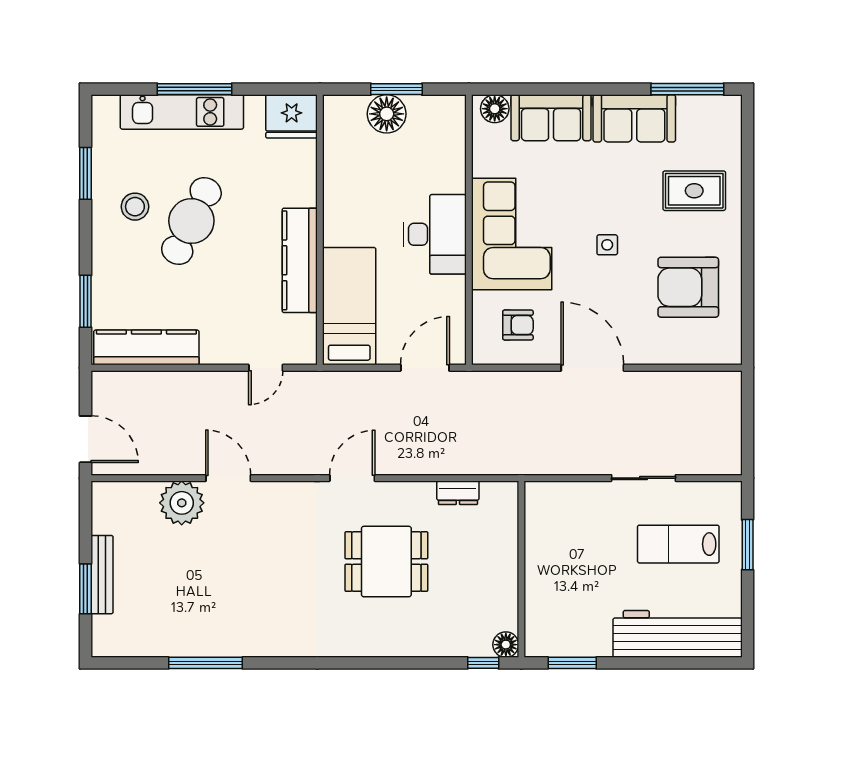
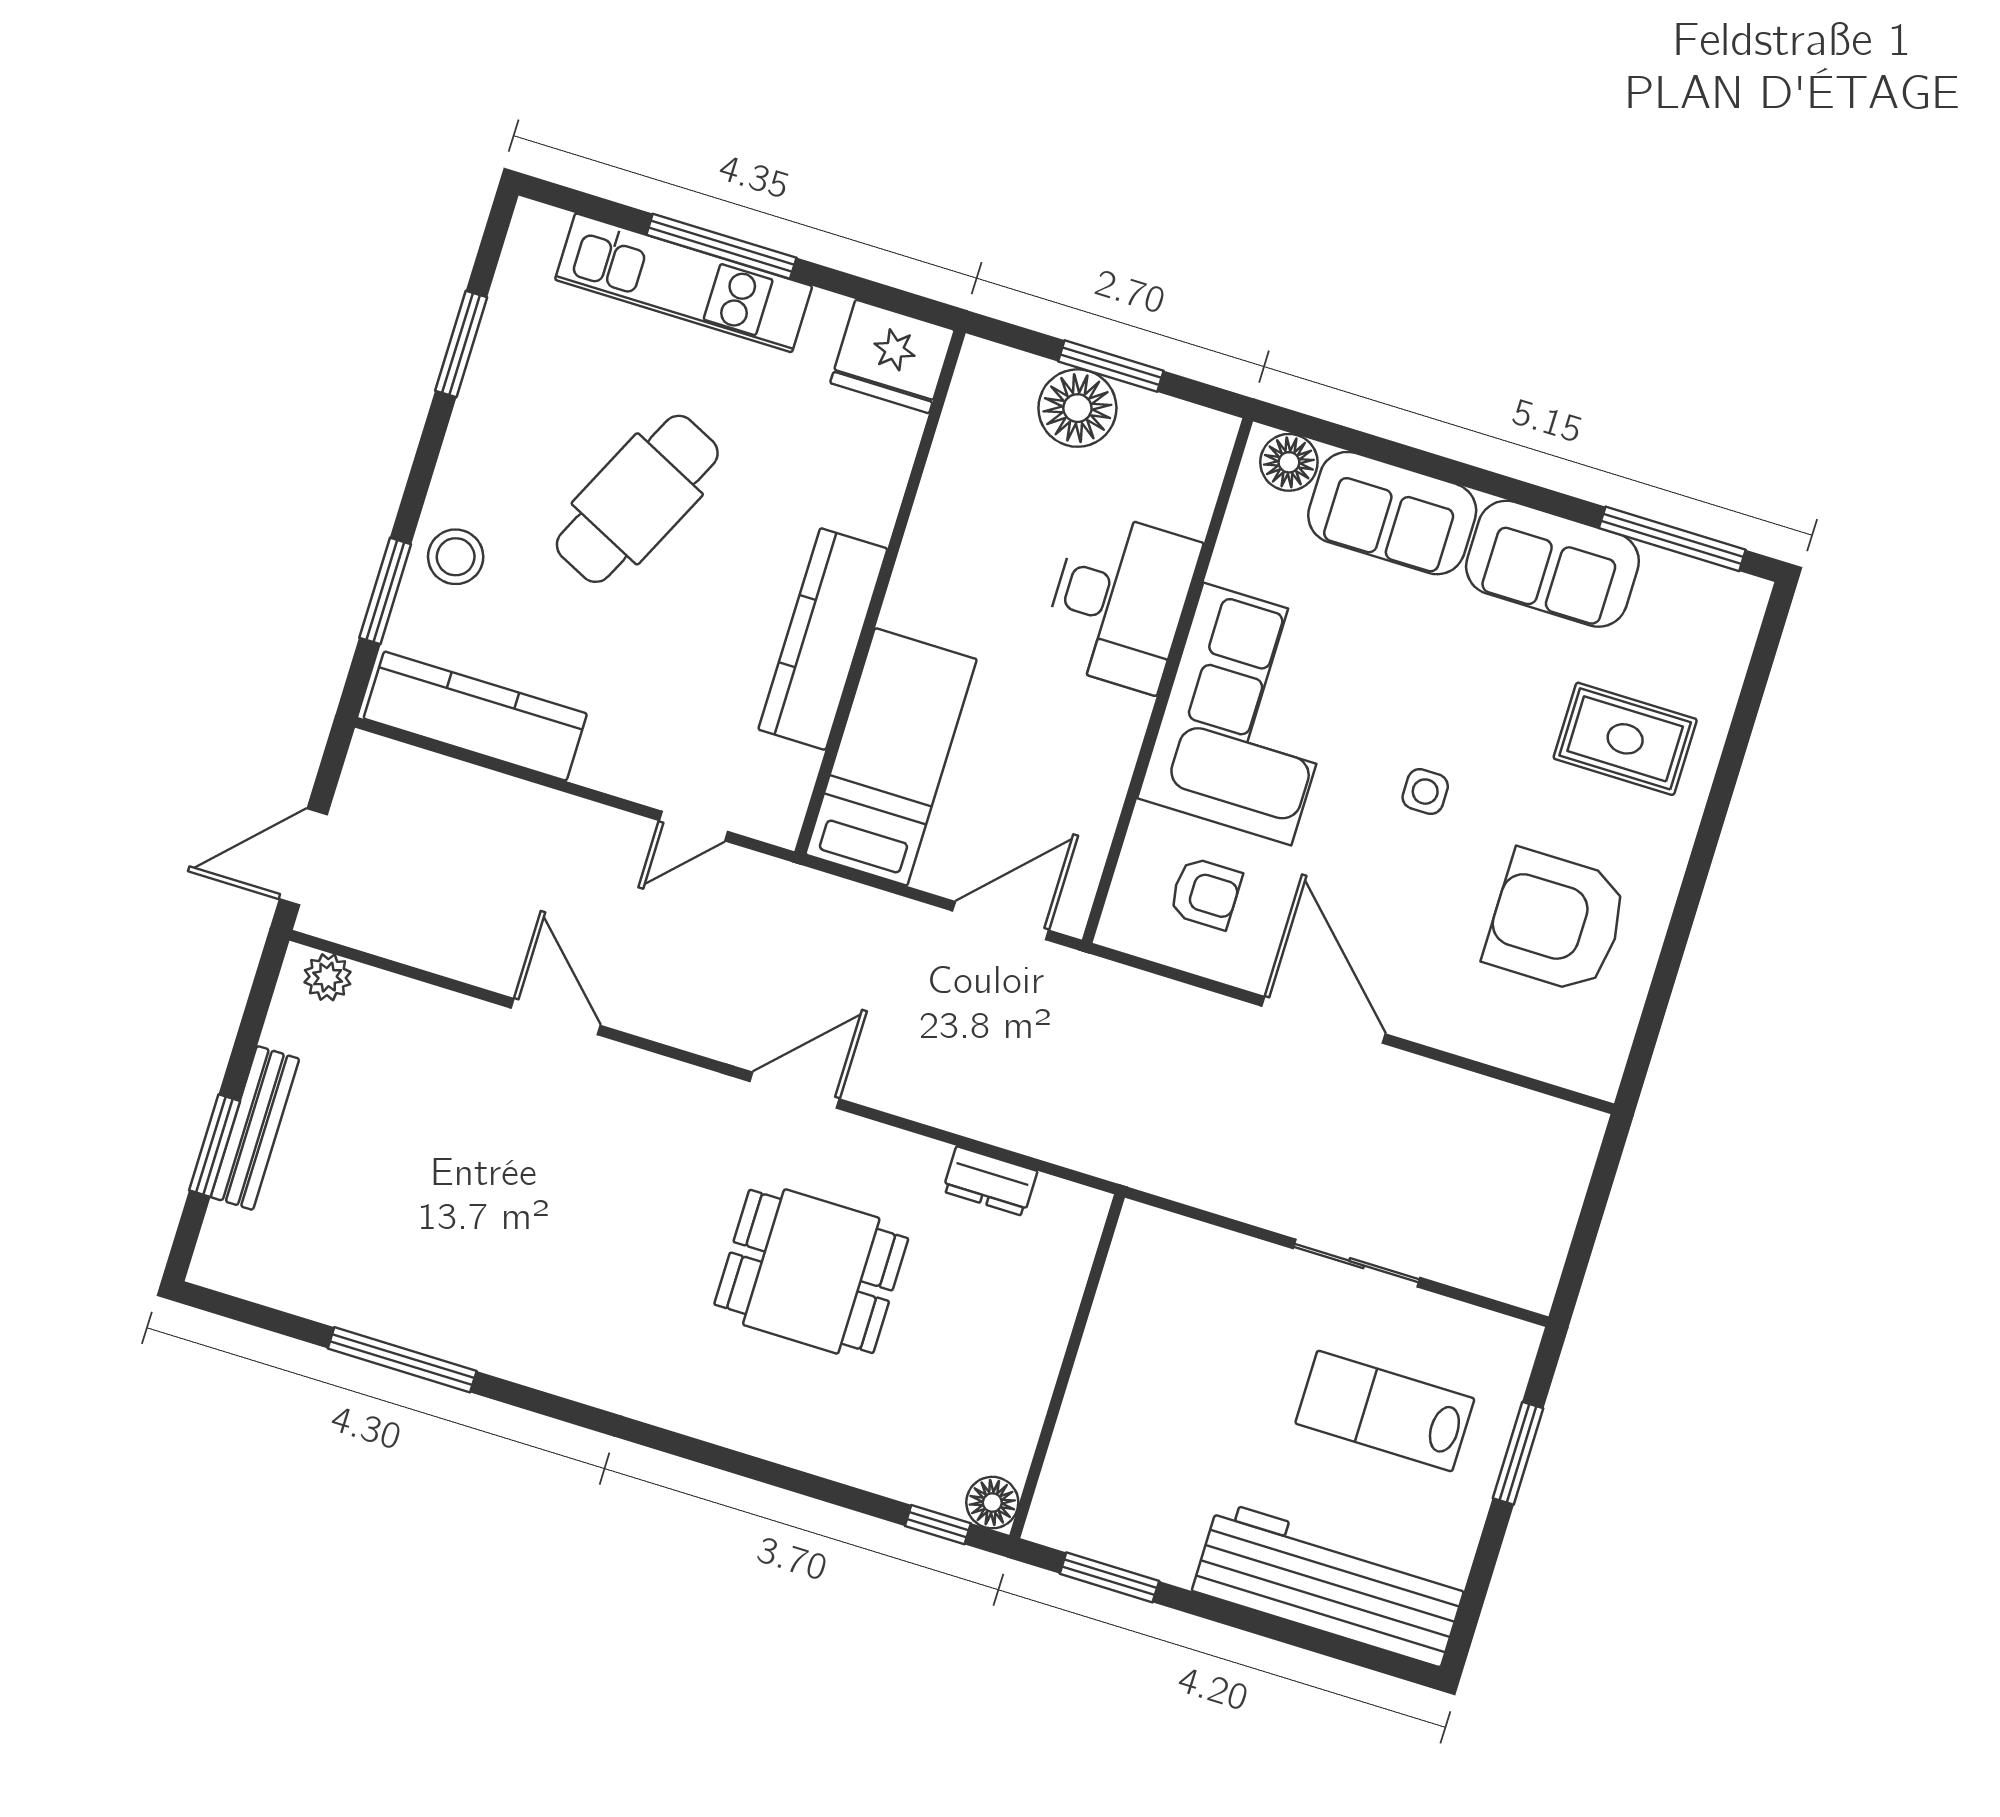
stool: (135, 207) -> (456, 557), moved
desk: (435, 234) -> (1120, 601), moved
door: (85, 439) -> (303, 857), swing flipped
plant: (182, 503) -> (328, 977), moved, width x0.53, depth x0.53

